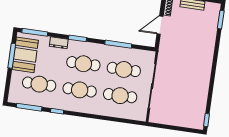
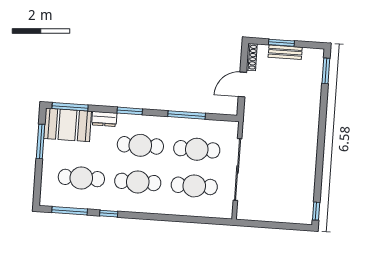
booth: (25, 55) -> (68, 125), moved, turned 90

